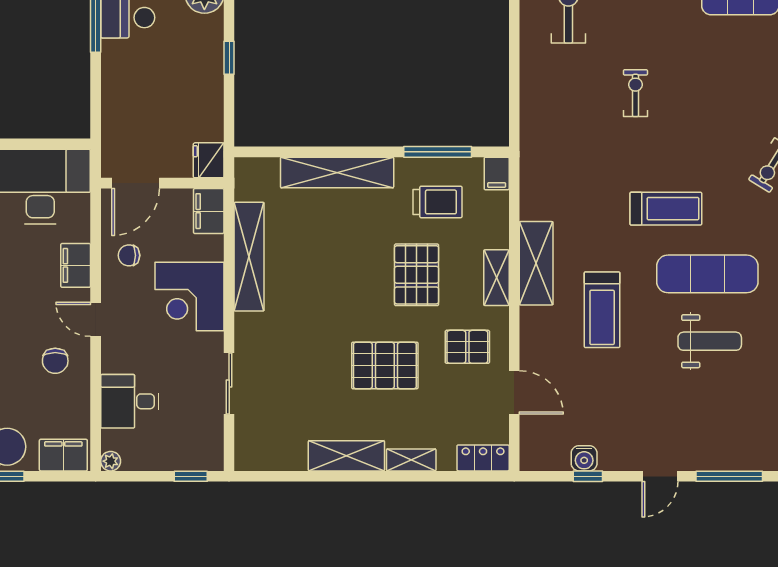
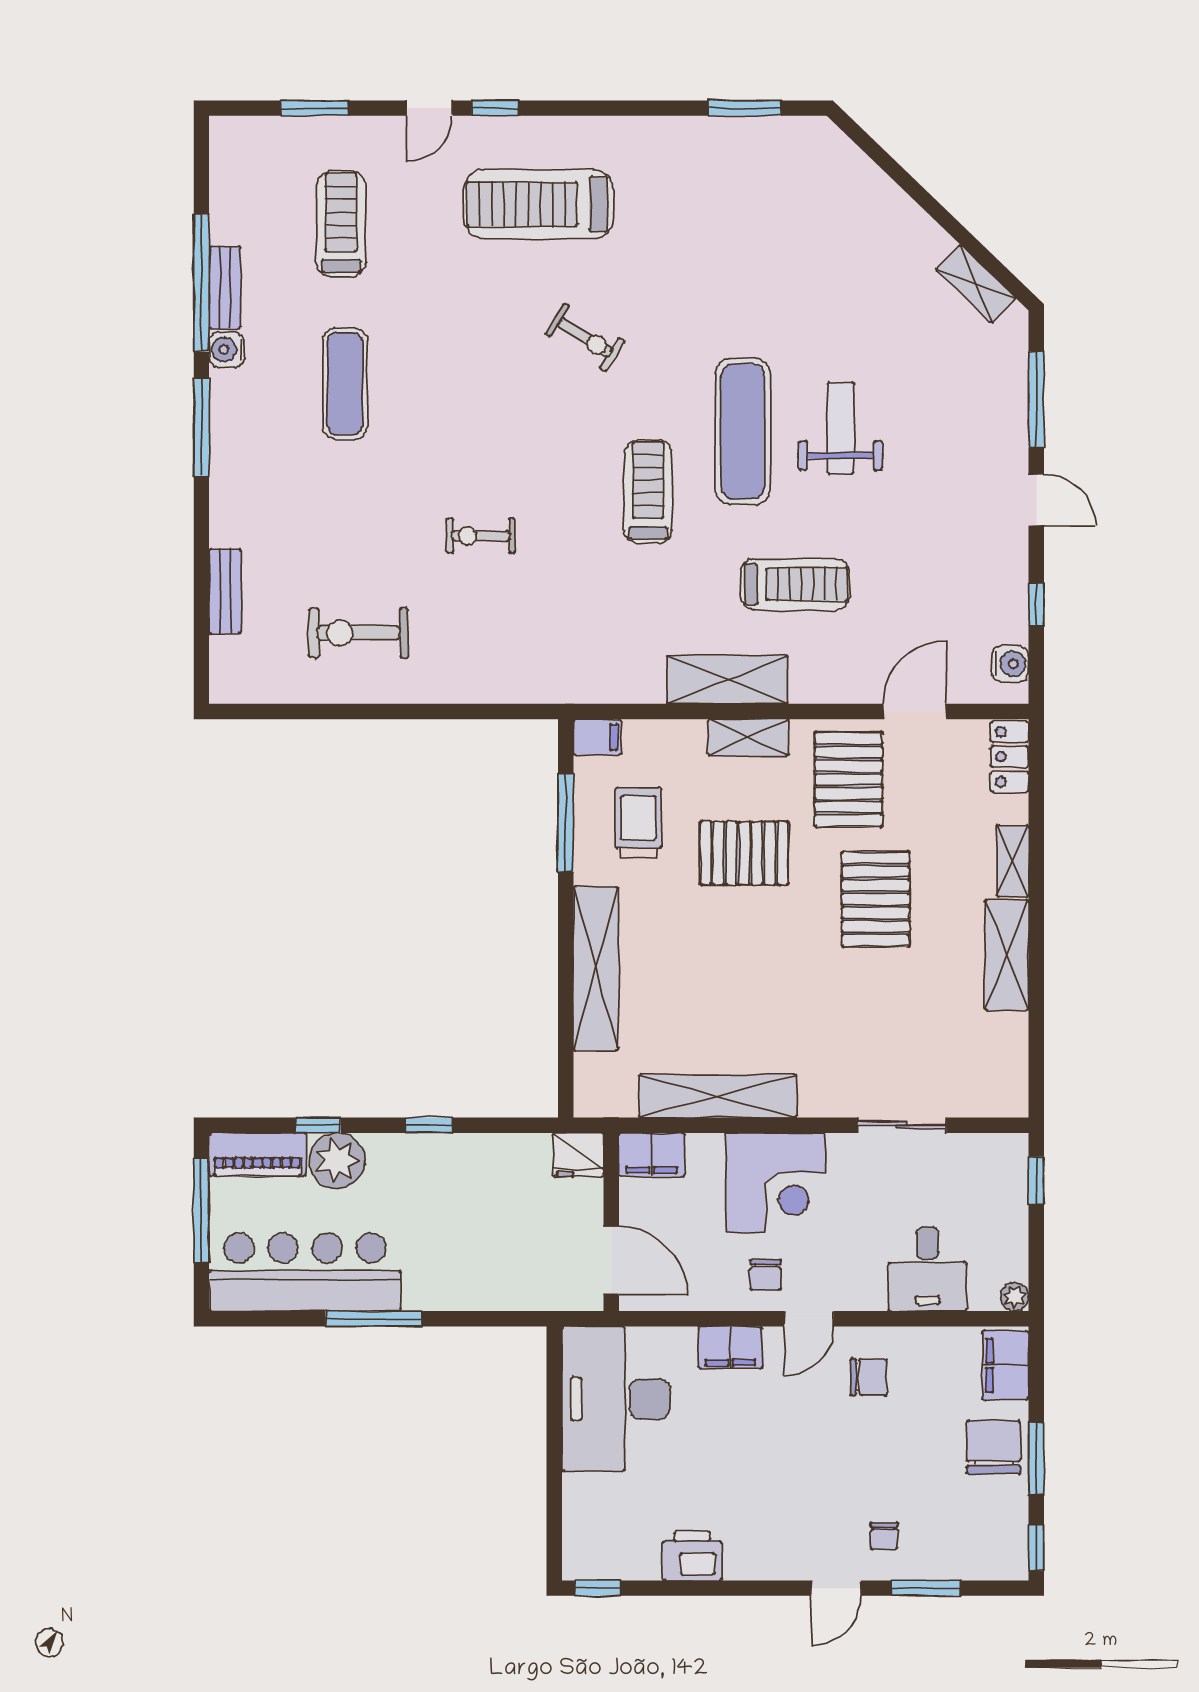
chair: (129, 255) -> (765, 1275), moved
pallet: (467, 347) -> (849, 780), width x1.50, depth x1.42
water cooler: (584, 458) -> (1010, 664), moved

